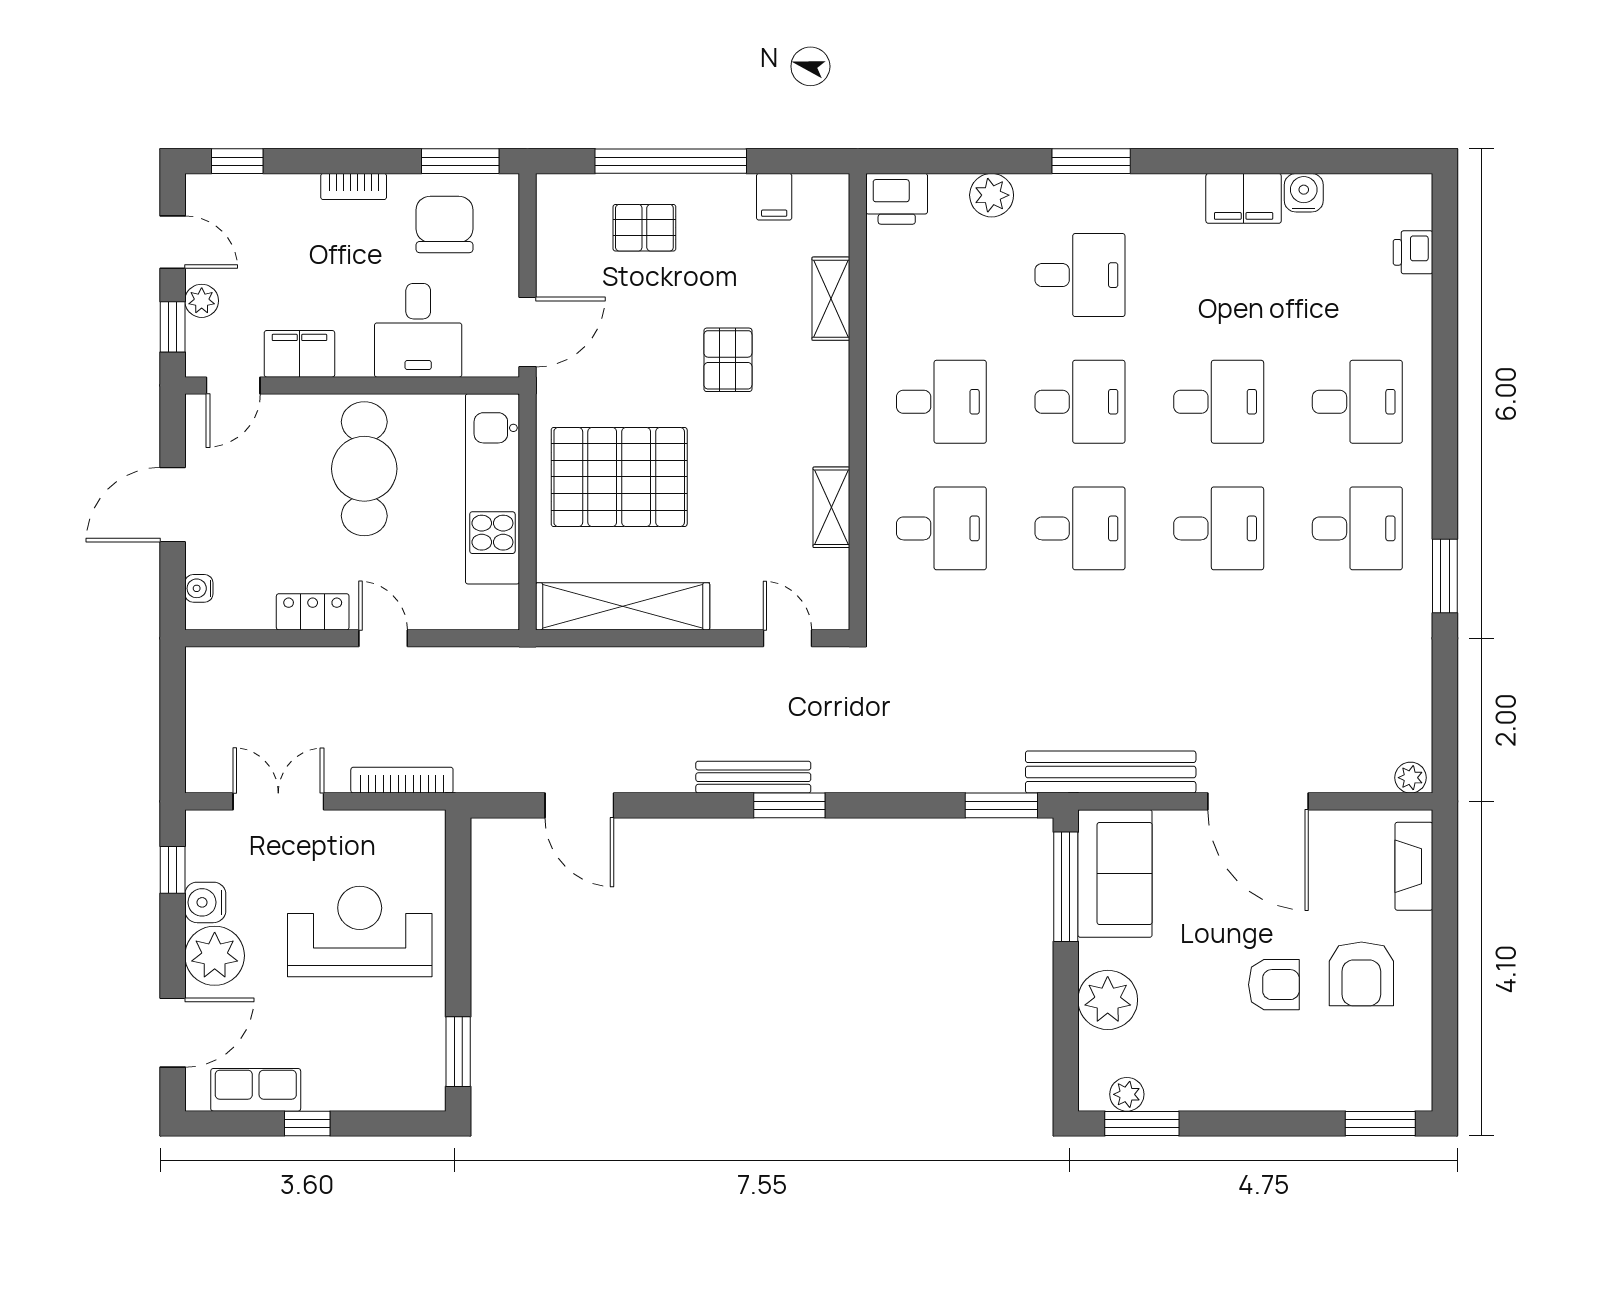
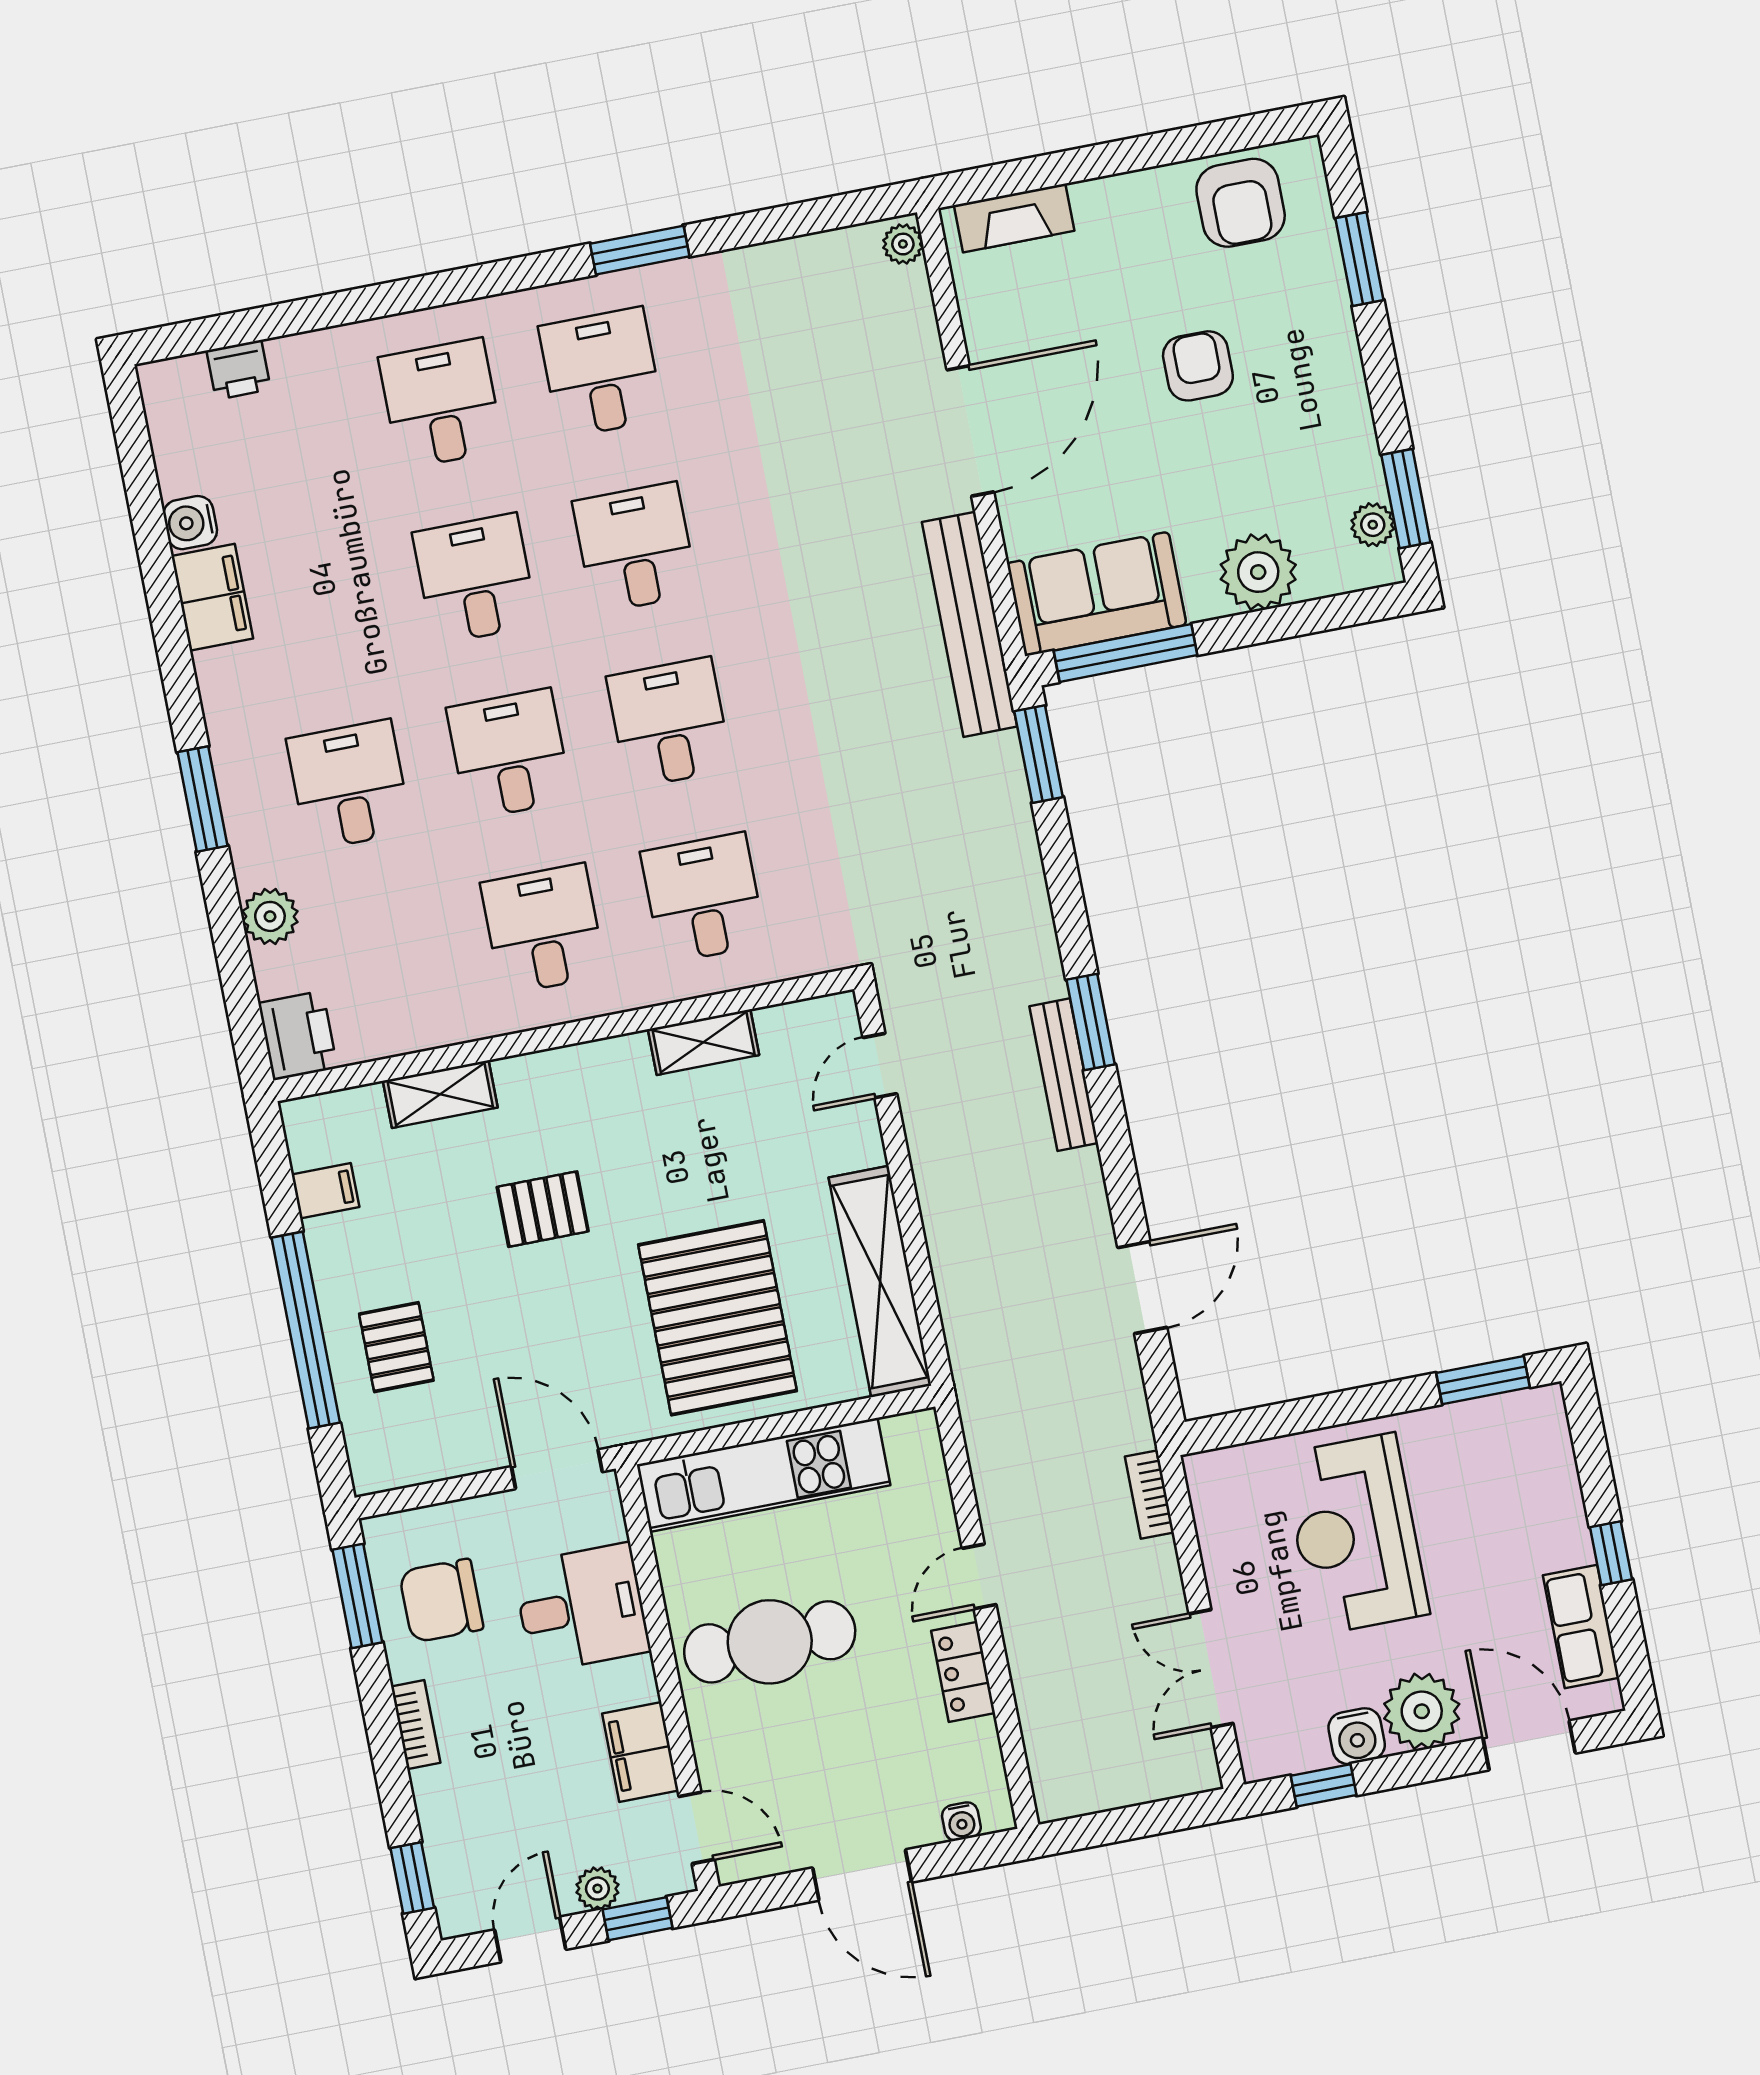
bookcase: (402, 780) -> (1149, 1495), width x0.64
armchair: (1361, 974) -> (1241, 203), moved, turned 90
window: (1380, 1124) -> (1359, 259), moved

